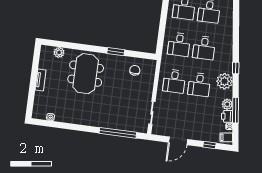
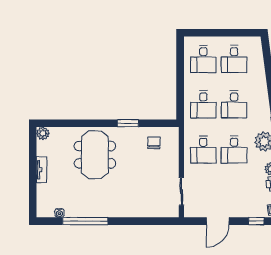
plant: (59, 52) -> (43, 133), moved
window: (118, 133) -> (85, 221), moved

